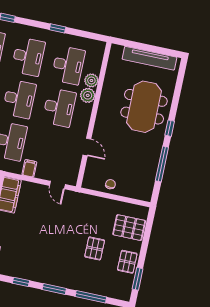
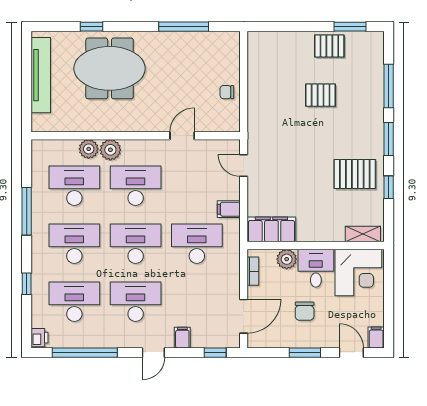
window: (58, 28) -> (27, 211), width x2.17
window: (170, 128) -> (92, 27), moved
door: (57, 185) -> (244, 165), swing flipped
pallet: (129, 228) -> (355, 174), moved, turned 90

